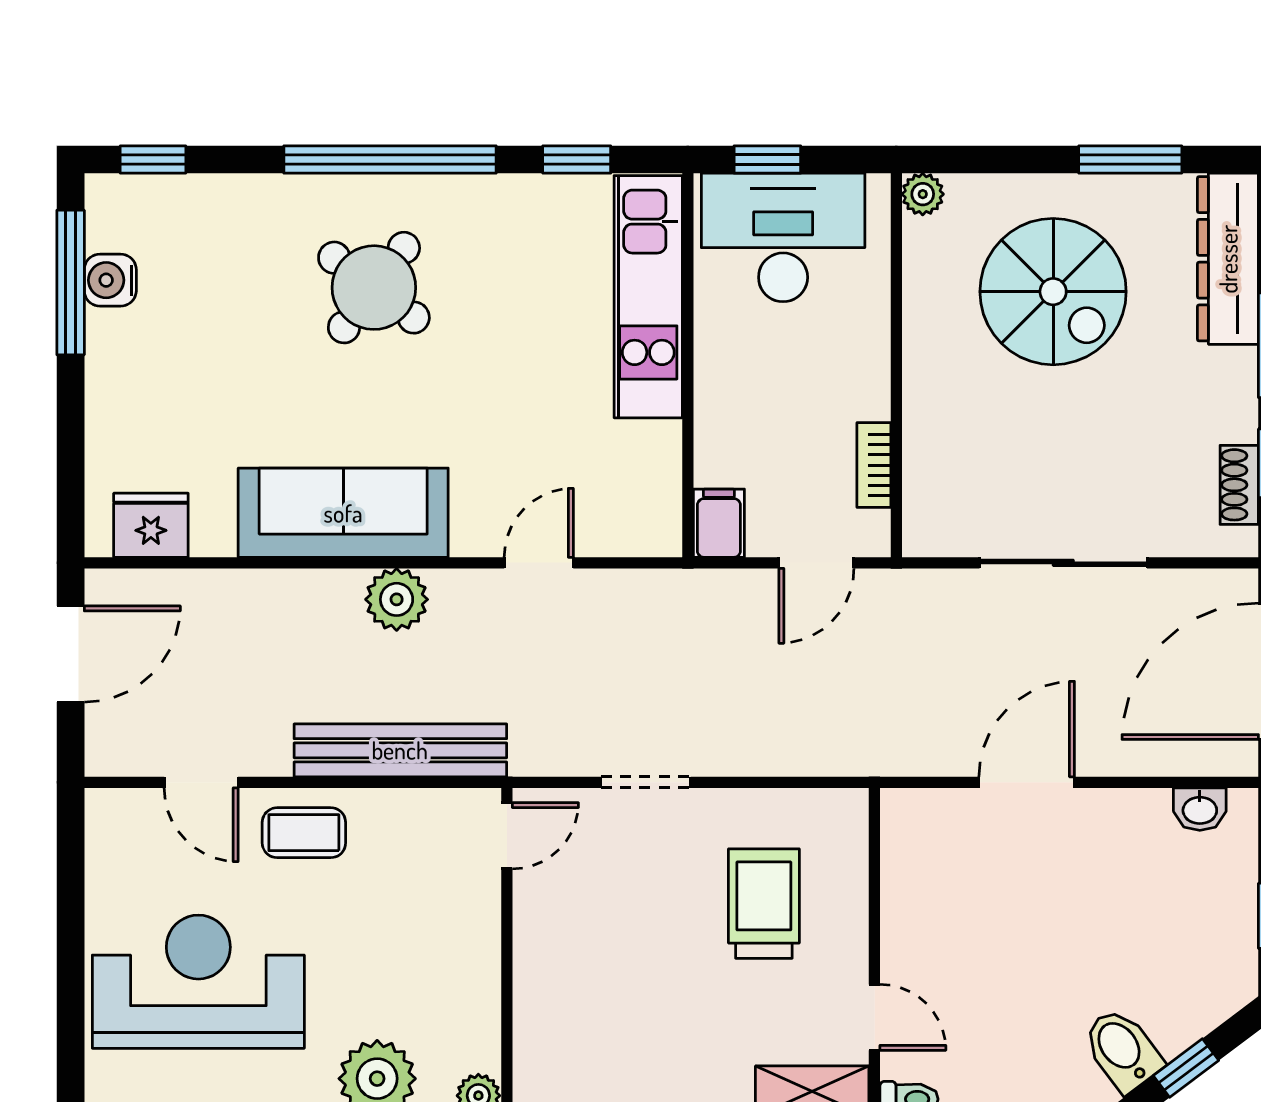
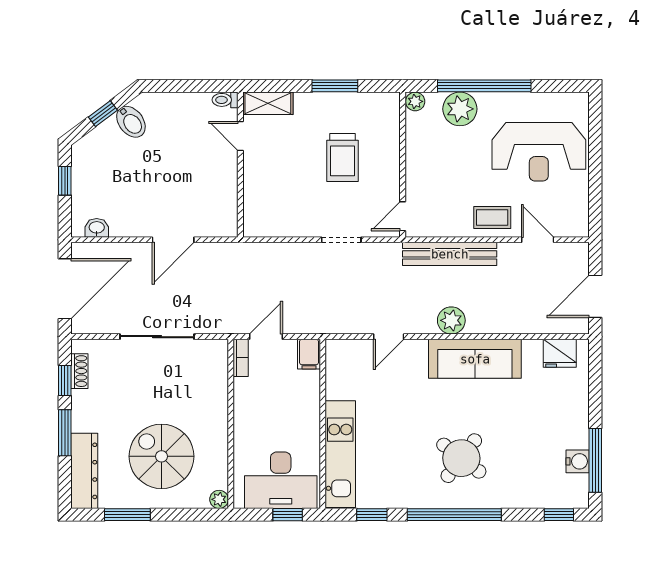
bookcase: (874, 465) -> (241, 358), moved
trolley: (764, 904) -> (342, 158), moved

